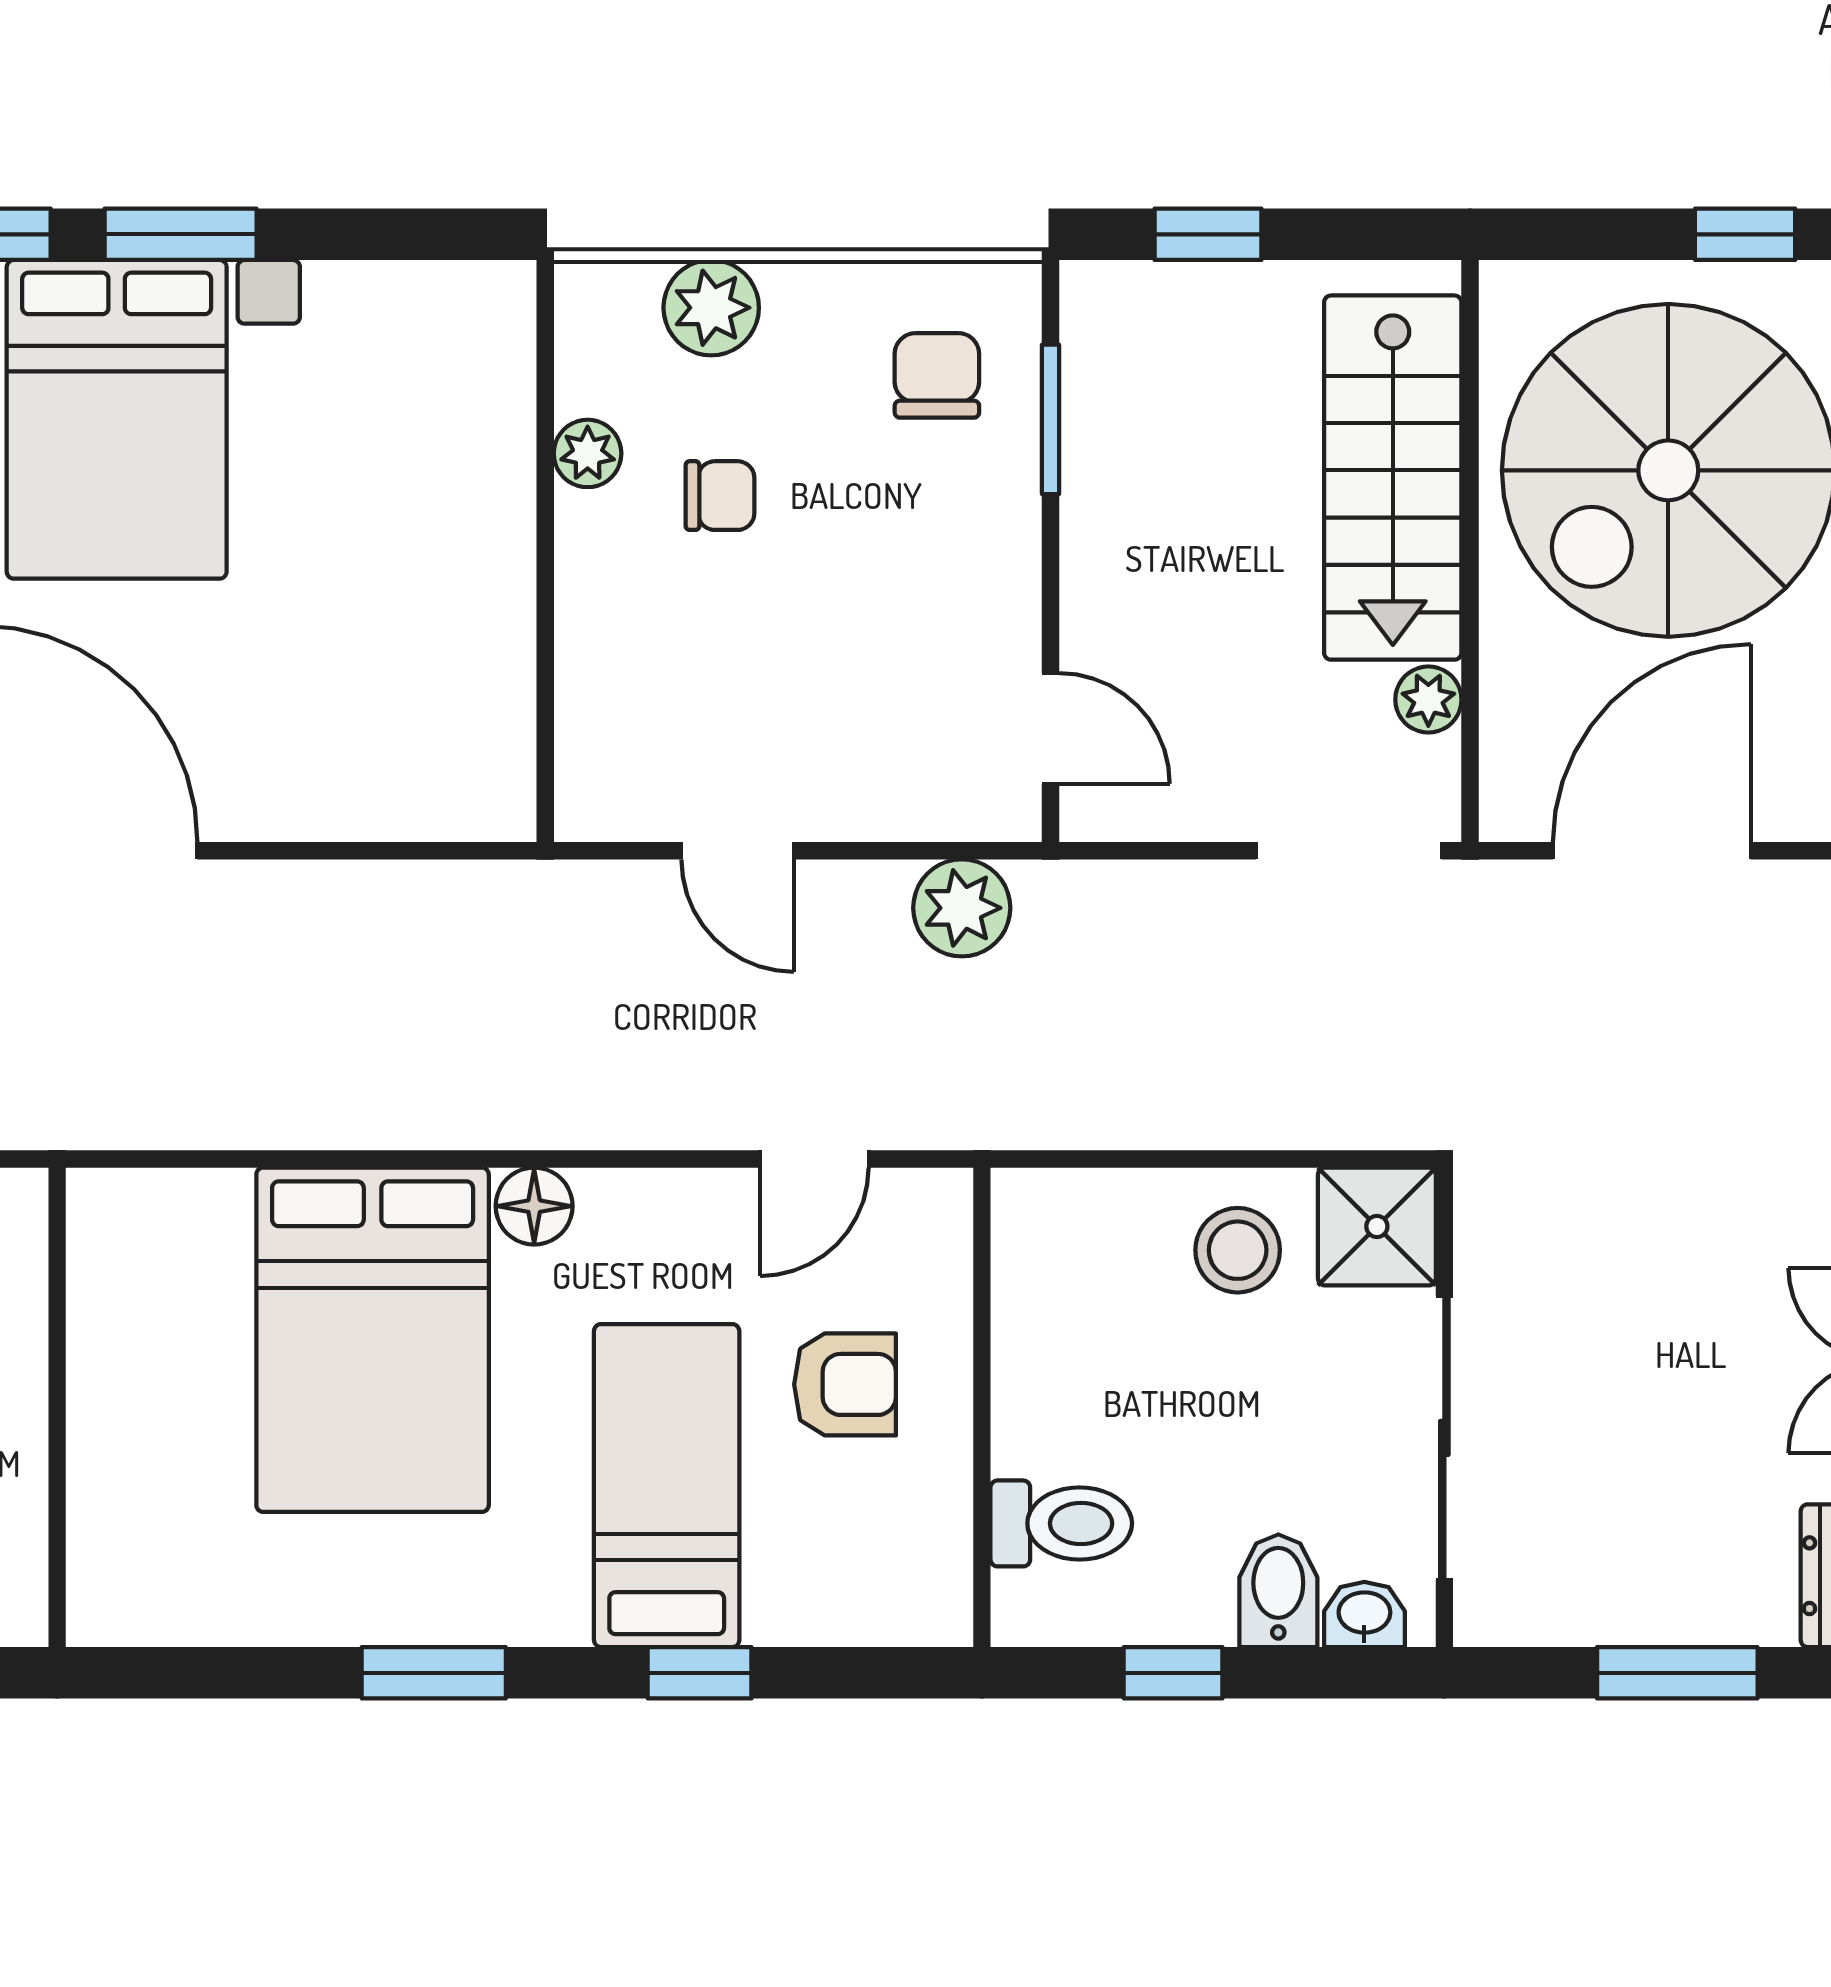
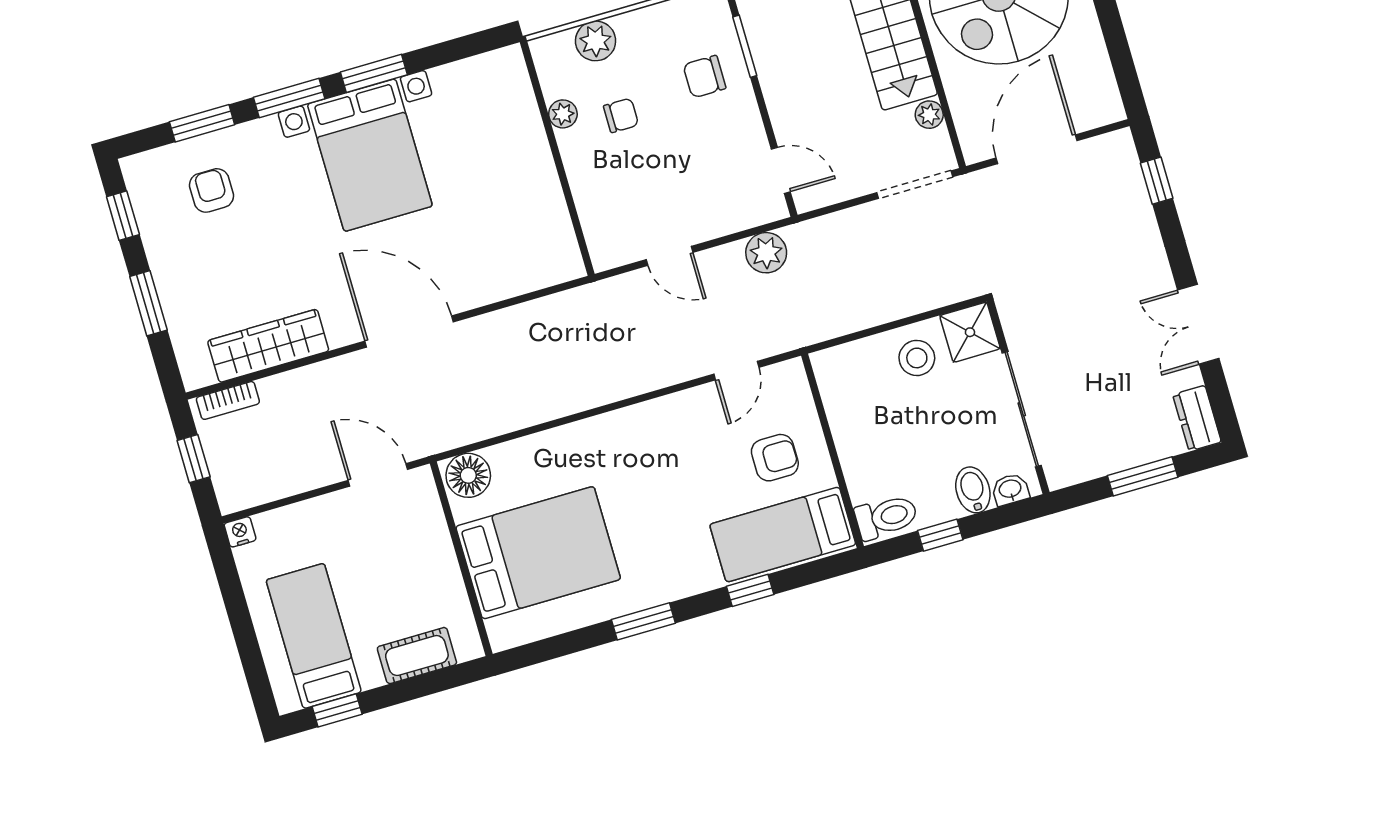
chair: (937, 375) -> (704, 77), moved, turned -90
floor lamp: (534, 1206) -> (468, 475), moved, width x1.38, depth x1.38
bed: (373, 1340) -> (538, 553), moved, turned -90
bed: (667, 1486) -> (783, 535), moved, turned -90
toilet: (1061, 1523) -> (886, 517), moved

